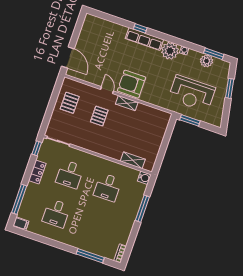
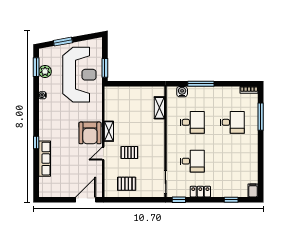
row of seats: (144, 39) -> (45, 159), moved
plant: (170, 51) -> (47, 108), removed
reception desk: (192, 93) -> (79, 75), width x1.36, depth x1.30
water cooler: (144, 178) -> (182, 92), moved
window: (19, 199) -> (231, 200), width x0.46
desk: (56, 213) -> (232, 122), moved

